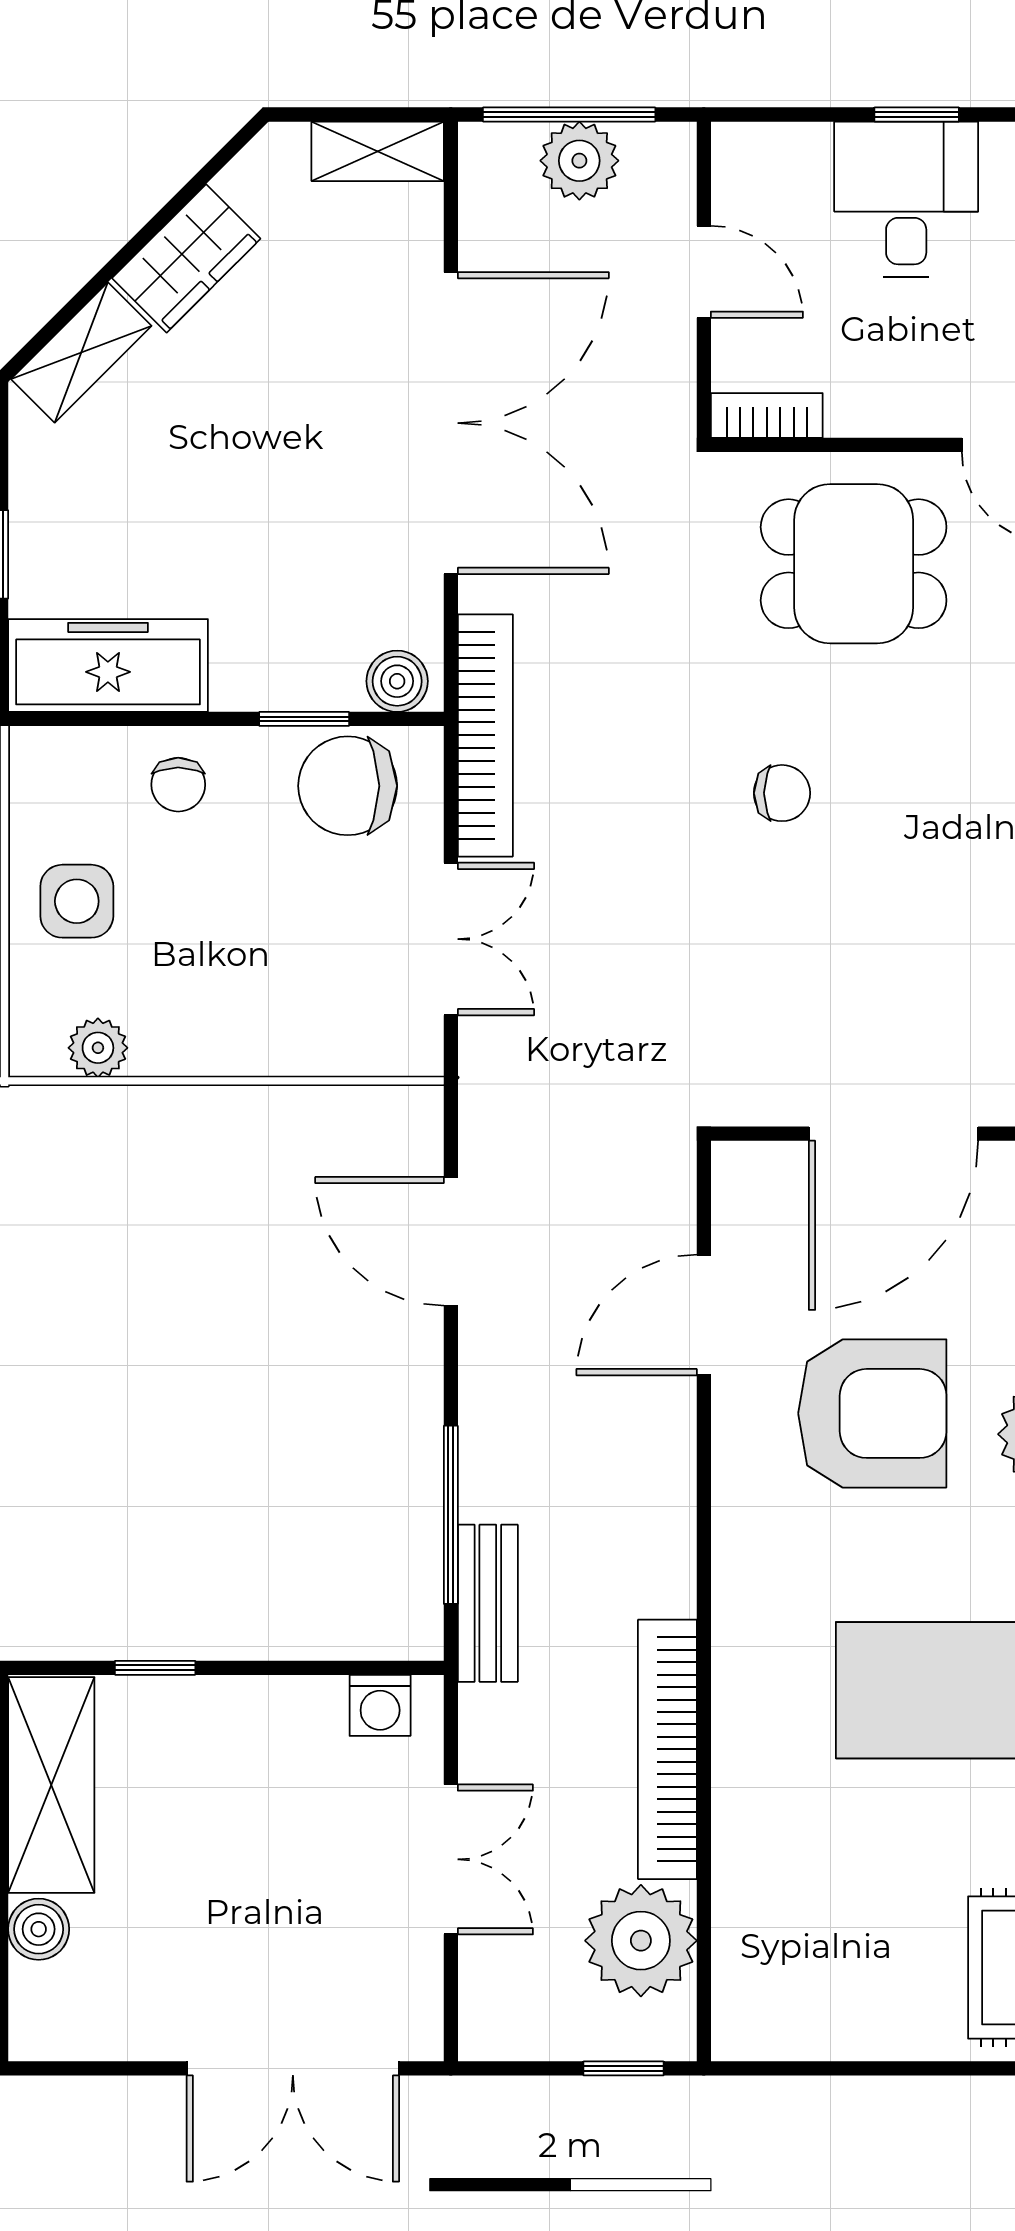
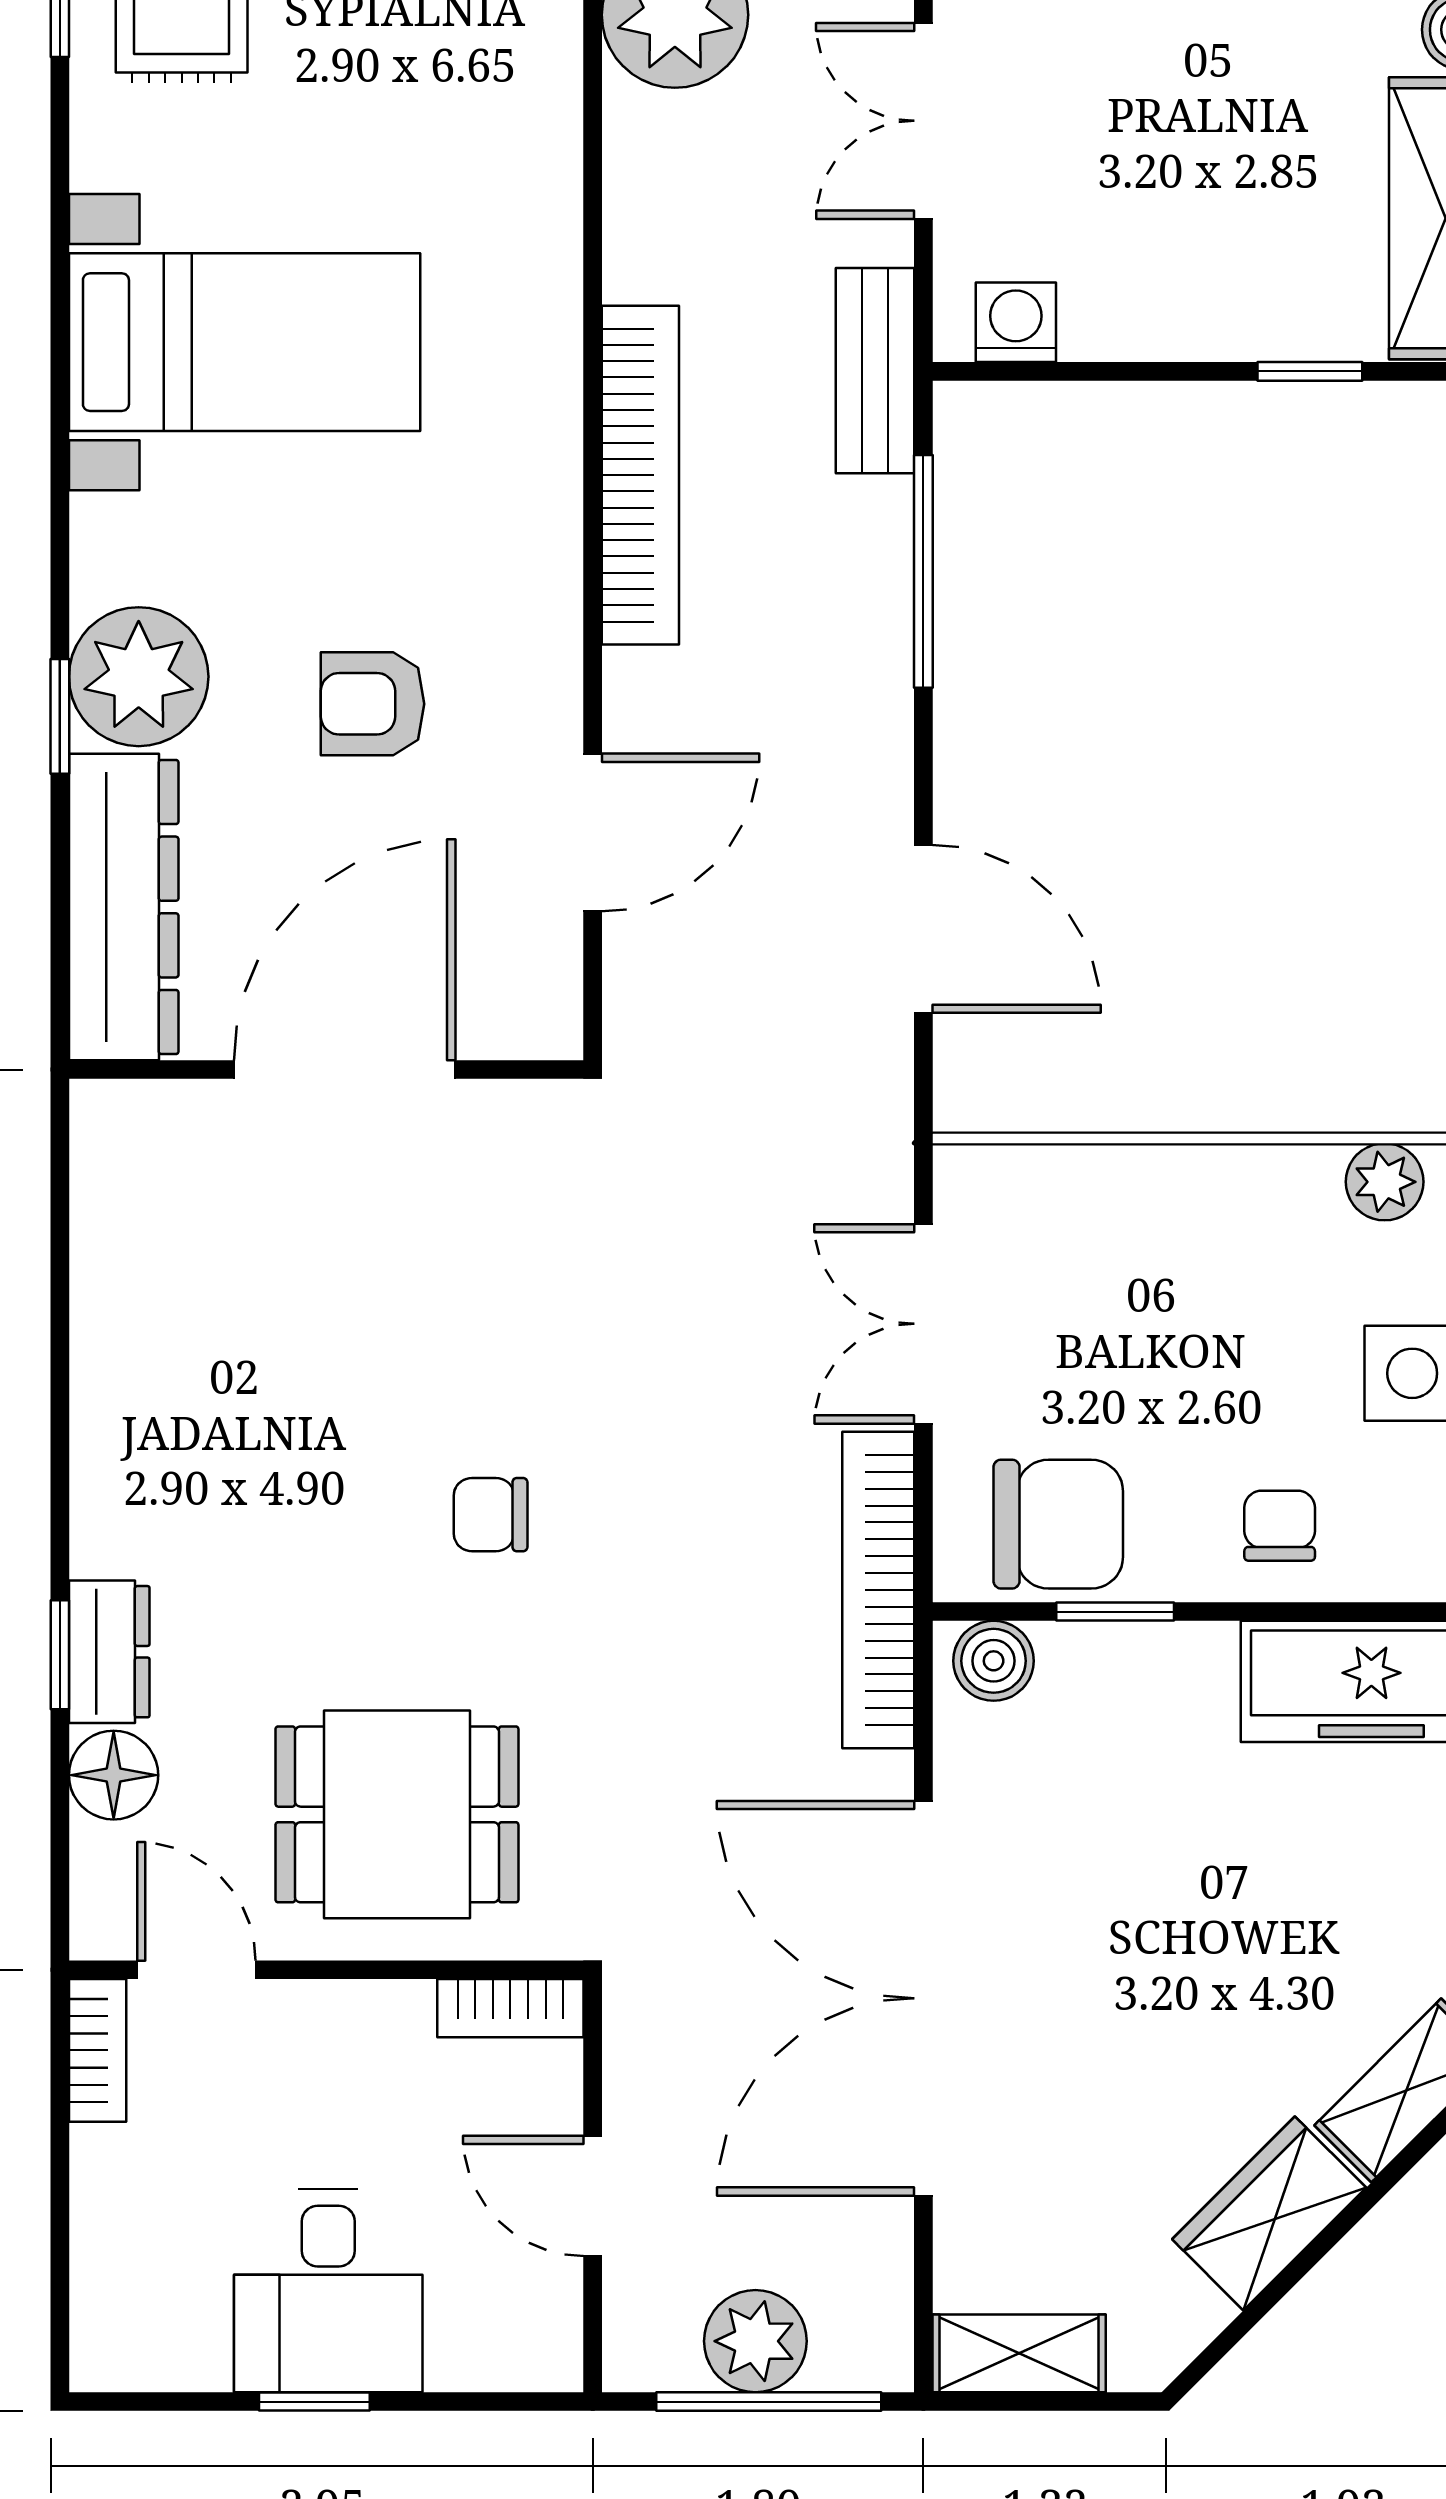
armchair: (872, 1413) -> (372, 704), width x0.53, depth x0.53
bench: (488, 1603) -> (875, 371), moved
bookcase: (667, 1749) -> (640, 475), moved

